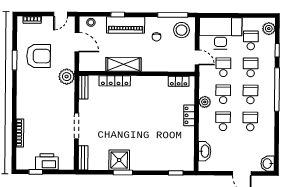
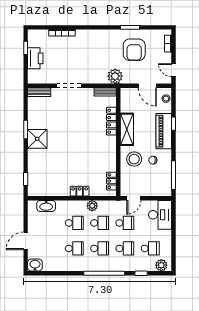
stool: (181, 30) -> (134, 159), moved
desk: (221, 33) -> (160, 215), width x0.73, depth x0.77
door: (77, 42) -> (147, 86), hinge flipped
shower: (119, 160) -> (37, 139), moved

